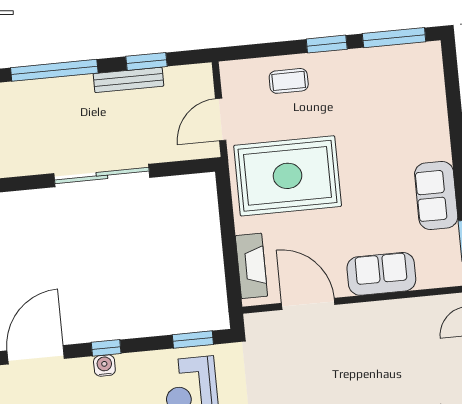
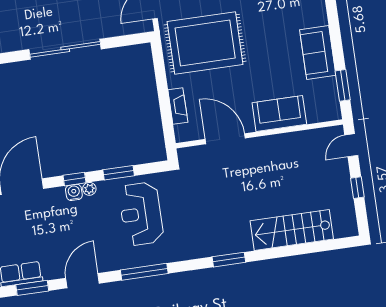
fireplace: (251, 266) -> (178, 106), width x0.73, depth x0.76
window: (193, 340) -> (119, 173), moved
plant: (125, 362) -> (89, 189), added

